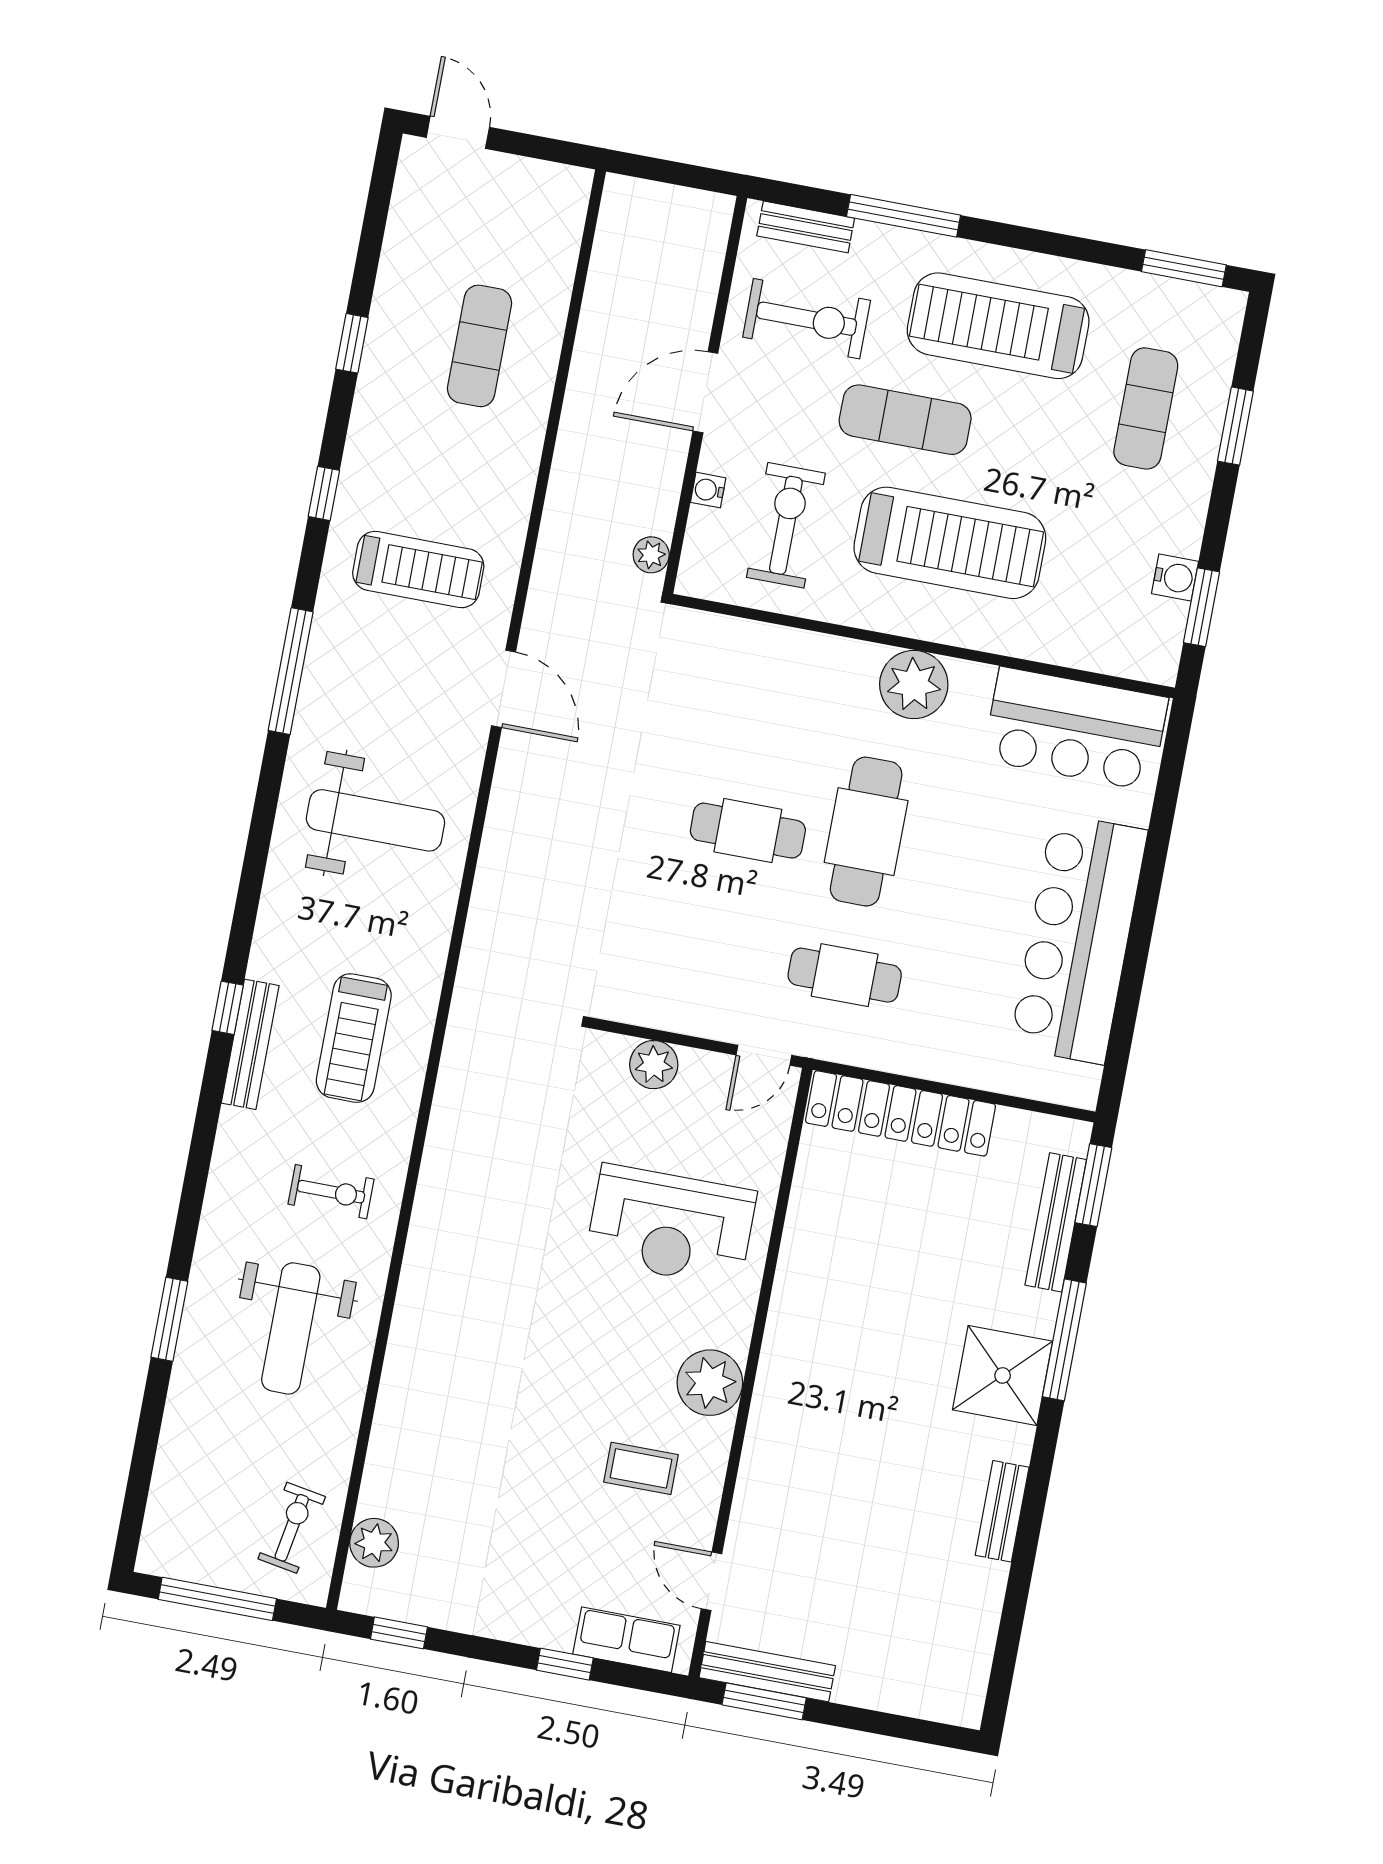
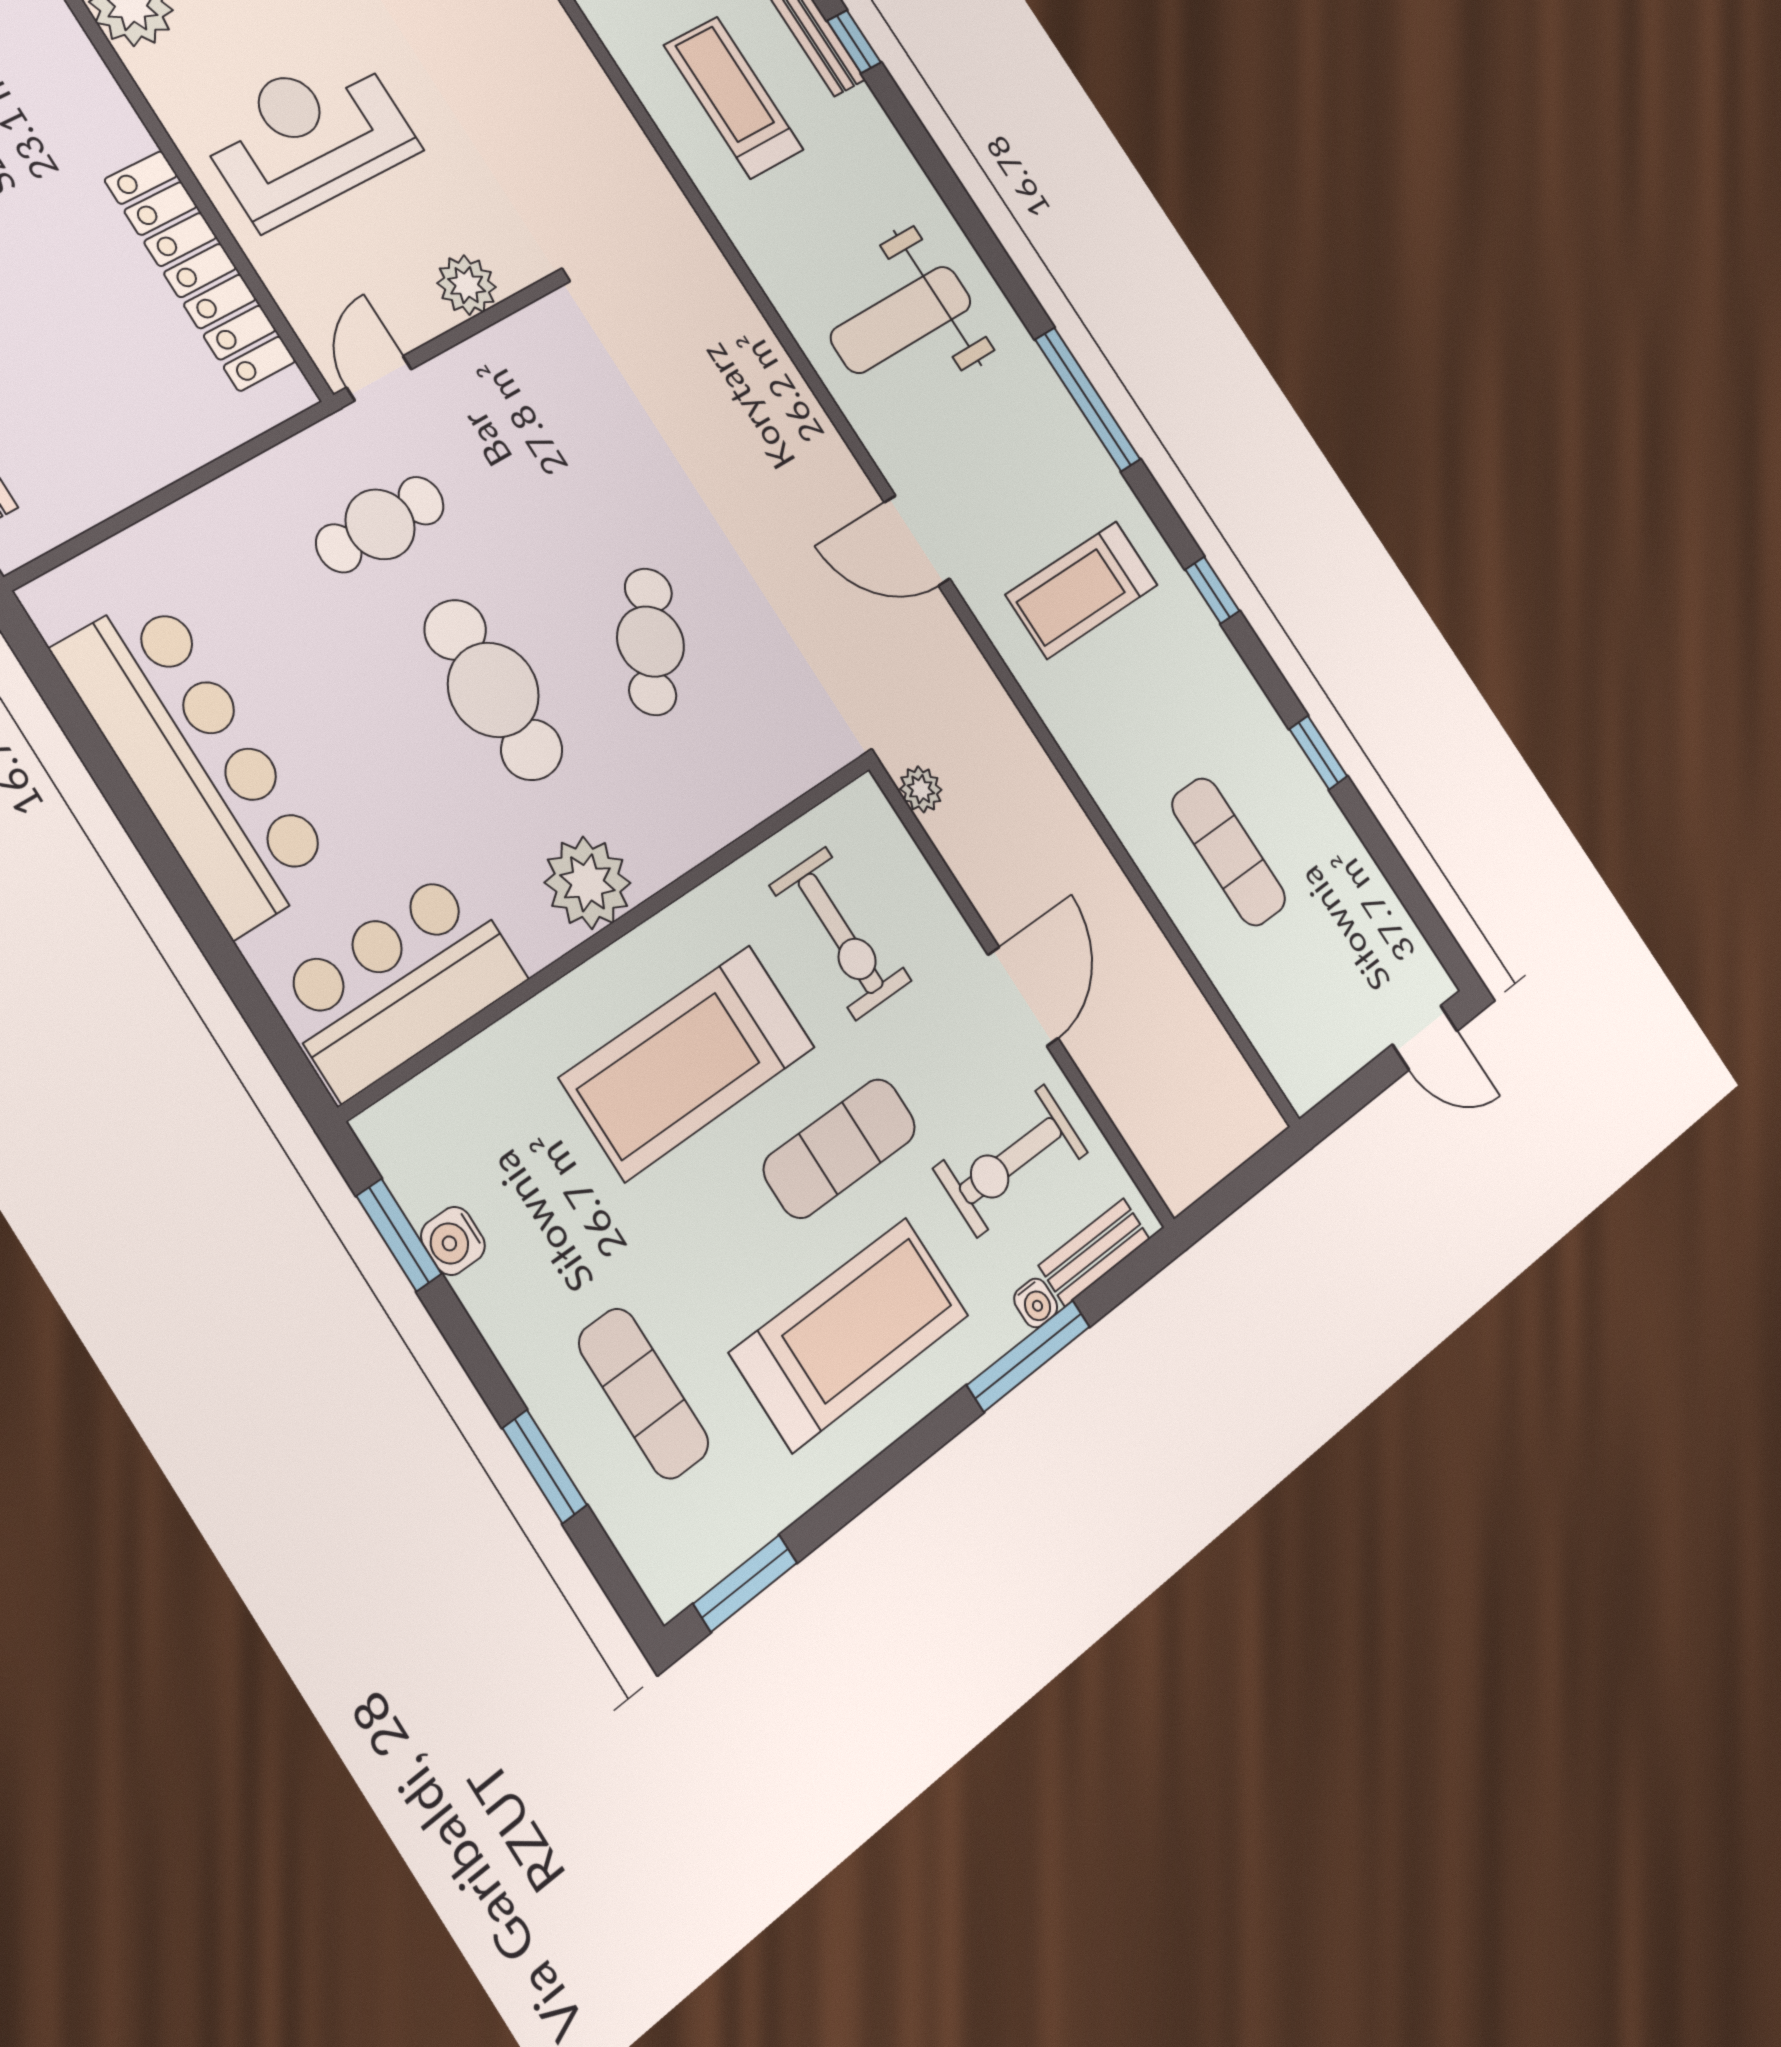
water cooler: (708, 490) -> (1036, 1303), moved, turned 90
cafe table: (748, 831) -> (651, 642), moved, turned -56
locker: (901, 1113) -> (200, 271), moved, turned -90

